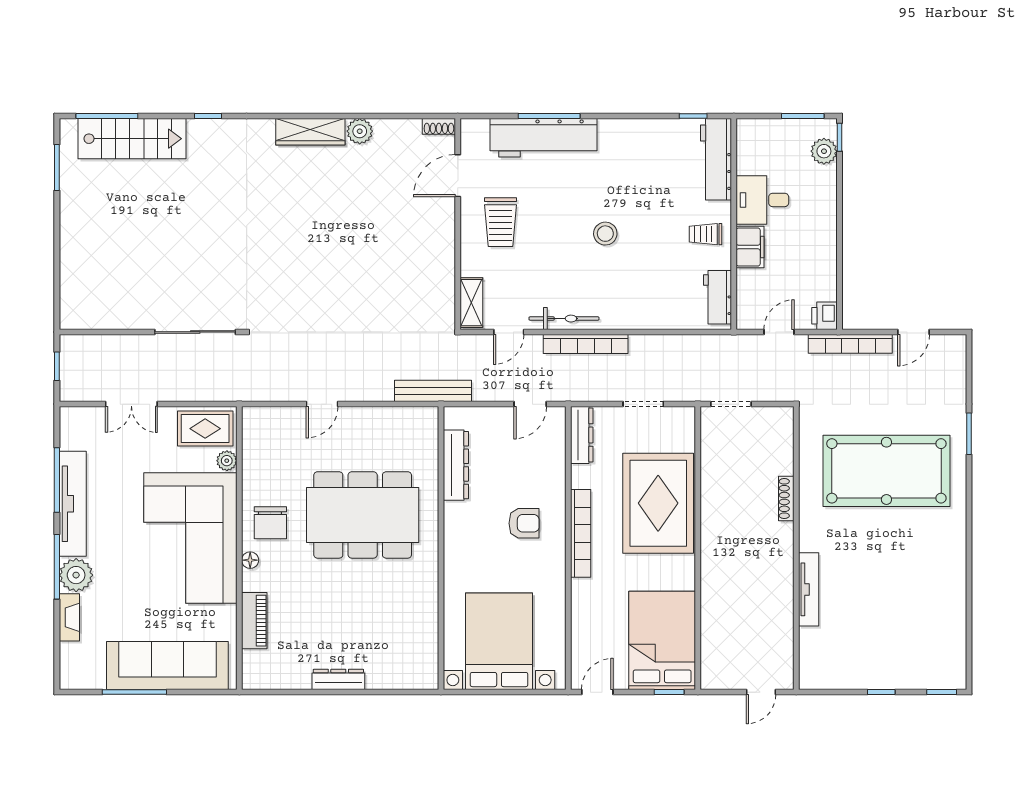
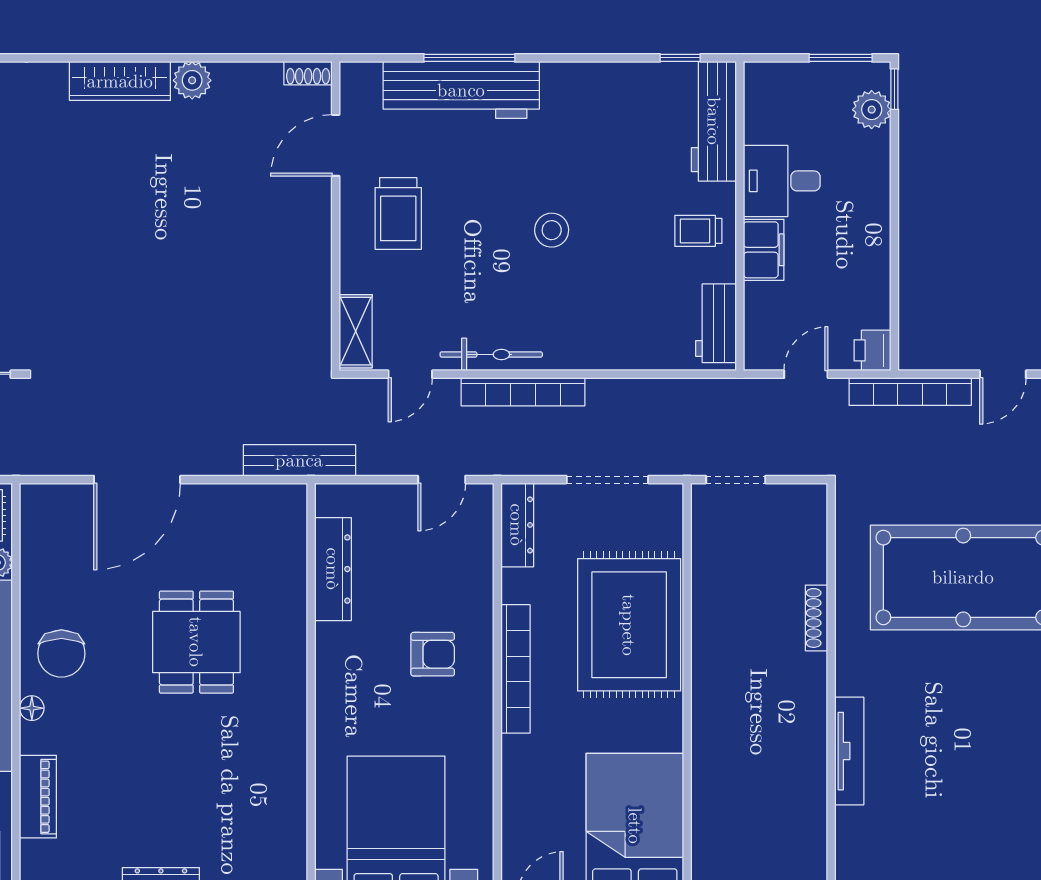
door: (322, 404) -> (137, 480), width x1.88
doorway: (643, 404) -> (607, 480), width x1.38
dining table: (363, 515) -> (196, 642), width x0.53, depth x0.80

